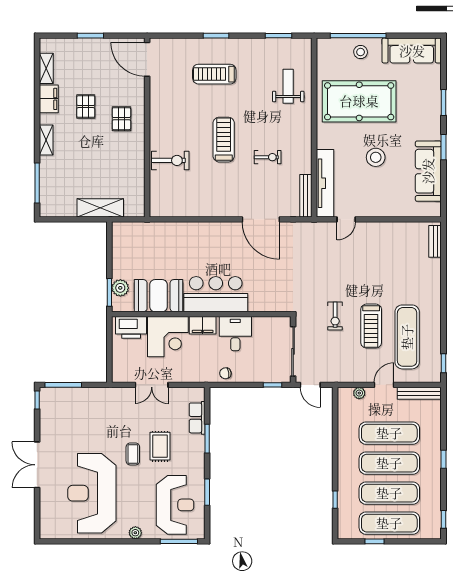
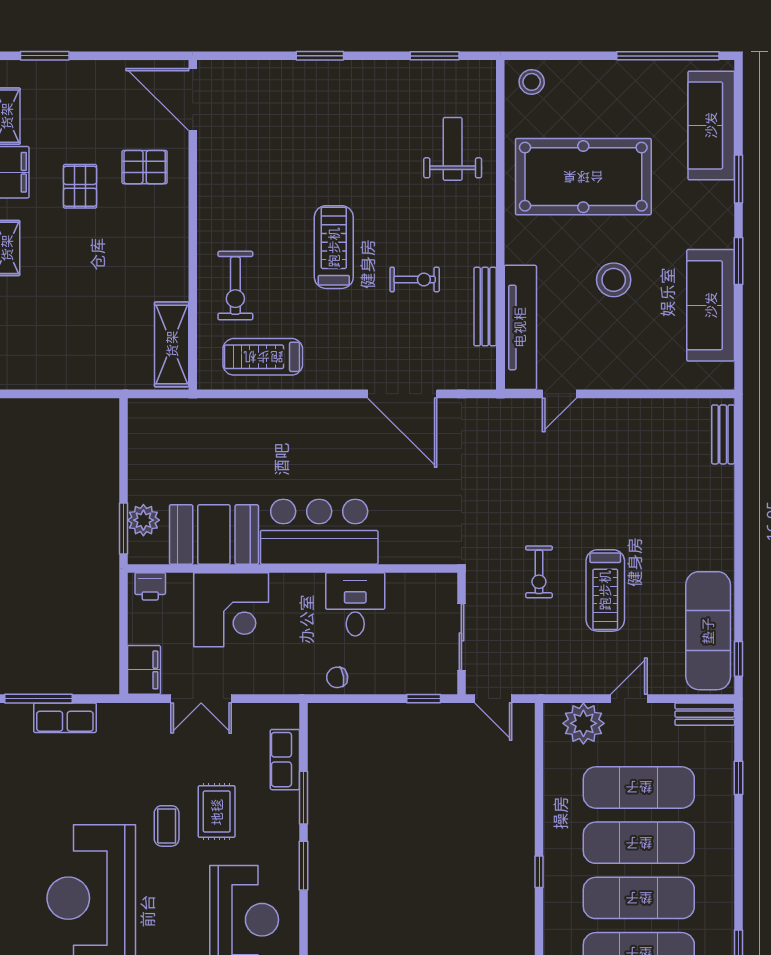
window: (90, 36) -> (45, 56), moved
window: (358, 36) -> (668, 56), moved
sofa: (412, 51) -> (711, 125), moved, turned 90
stool: (361, 52) -> (532, 82), moved
treadmill: (214, 74) -> (263, 357), moved
pallet: (121, 119) -> (145, 167), moved, turned 90
exercise bike: (170, 160) -> (235, 286), turned 90
bench: (306, 196) -> (485, 307), moved
shelving: (100, 208) -> (172, 344), moved, turned 90
filing cabinet: (203, 325) -> (144, 670), moved, turned -90
printer: (131, 327) -> (150, 586), width x0.53, depth x0.68
exercise mat: (407, 337) -> (708, 631), moved
sliding door: (293, 351) -> (461, 637), width x0.73
plant: (359, 393) -> (583, 723), width x1.87, depth x1.87
bench: (419, 393) -> (705, 714), width x0.73
row of seats: (78, 395) -> (65, 718), added
window: (443, 459) -> (739, 778), moved
window: (207, 492) -> (304, 866), moved
window: (335, 500) -> (539, 872), moved

